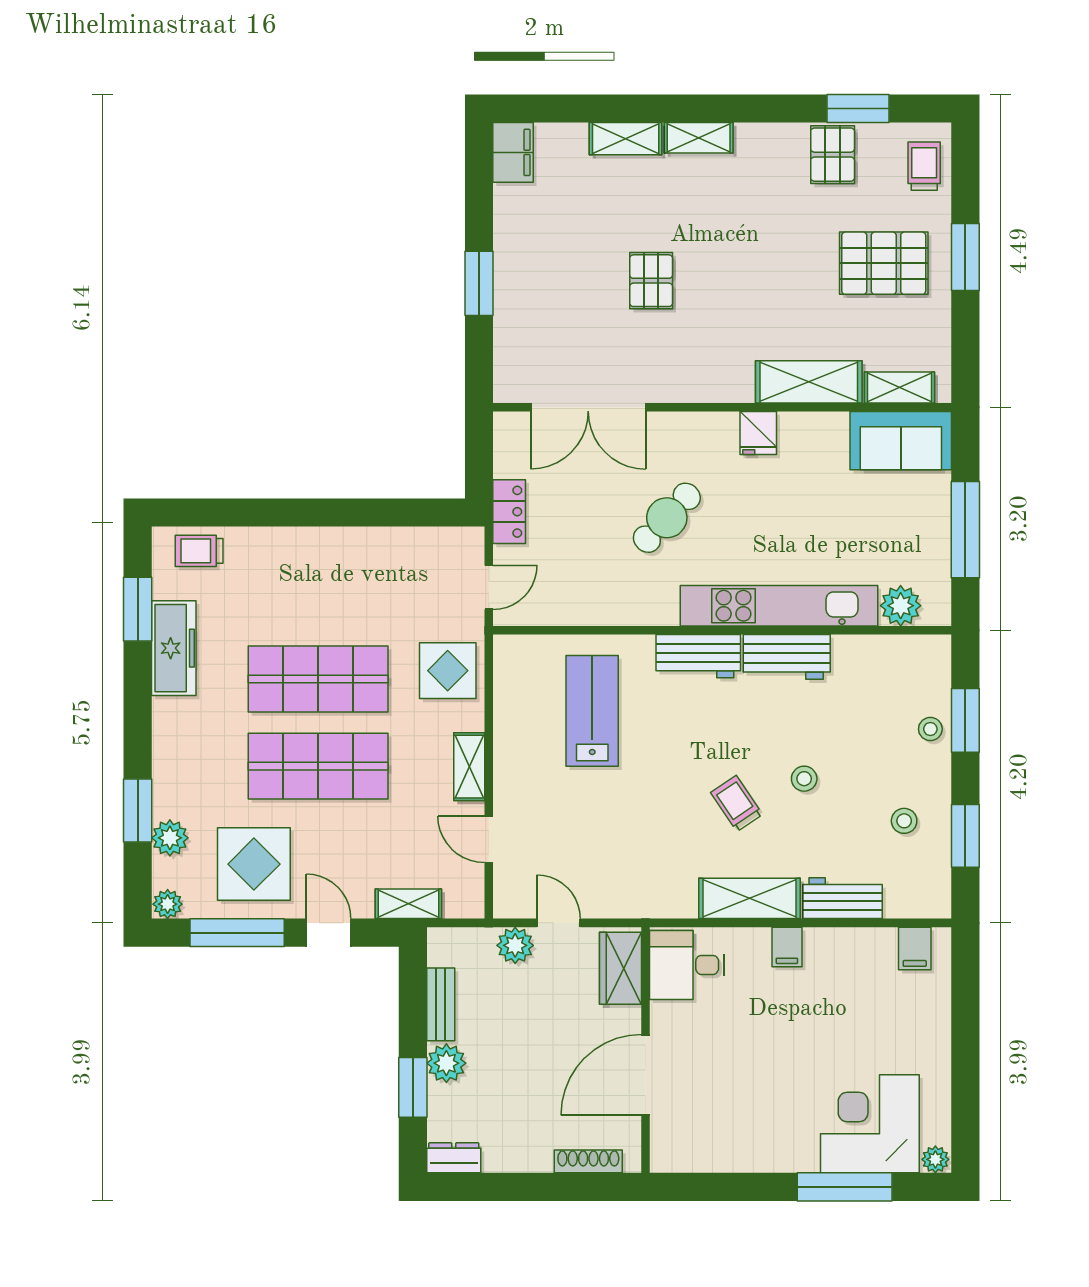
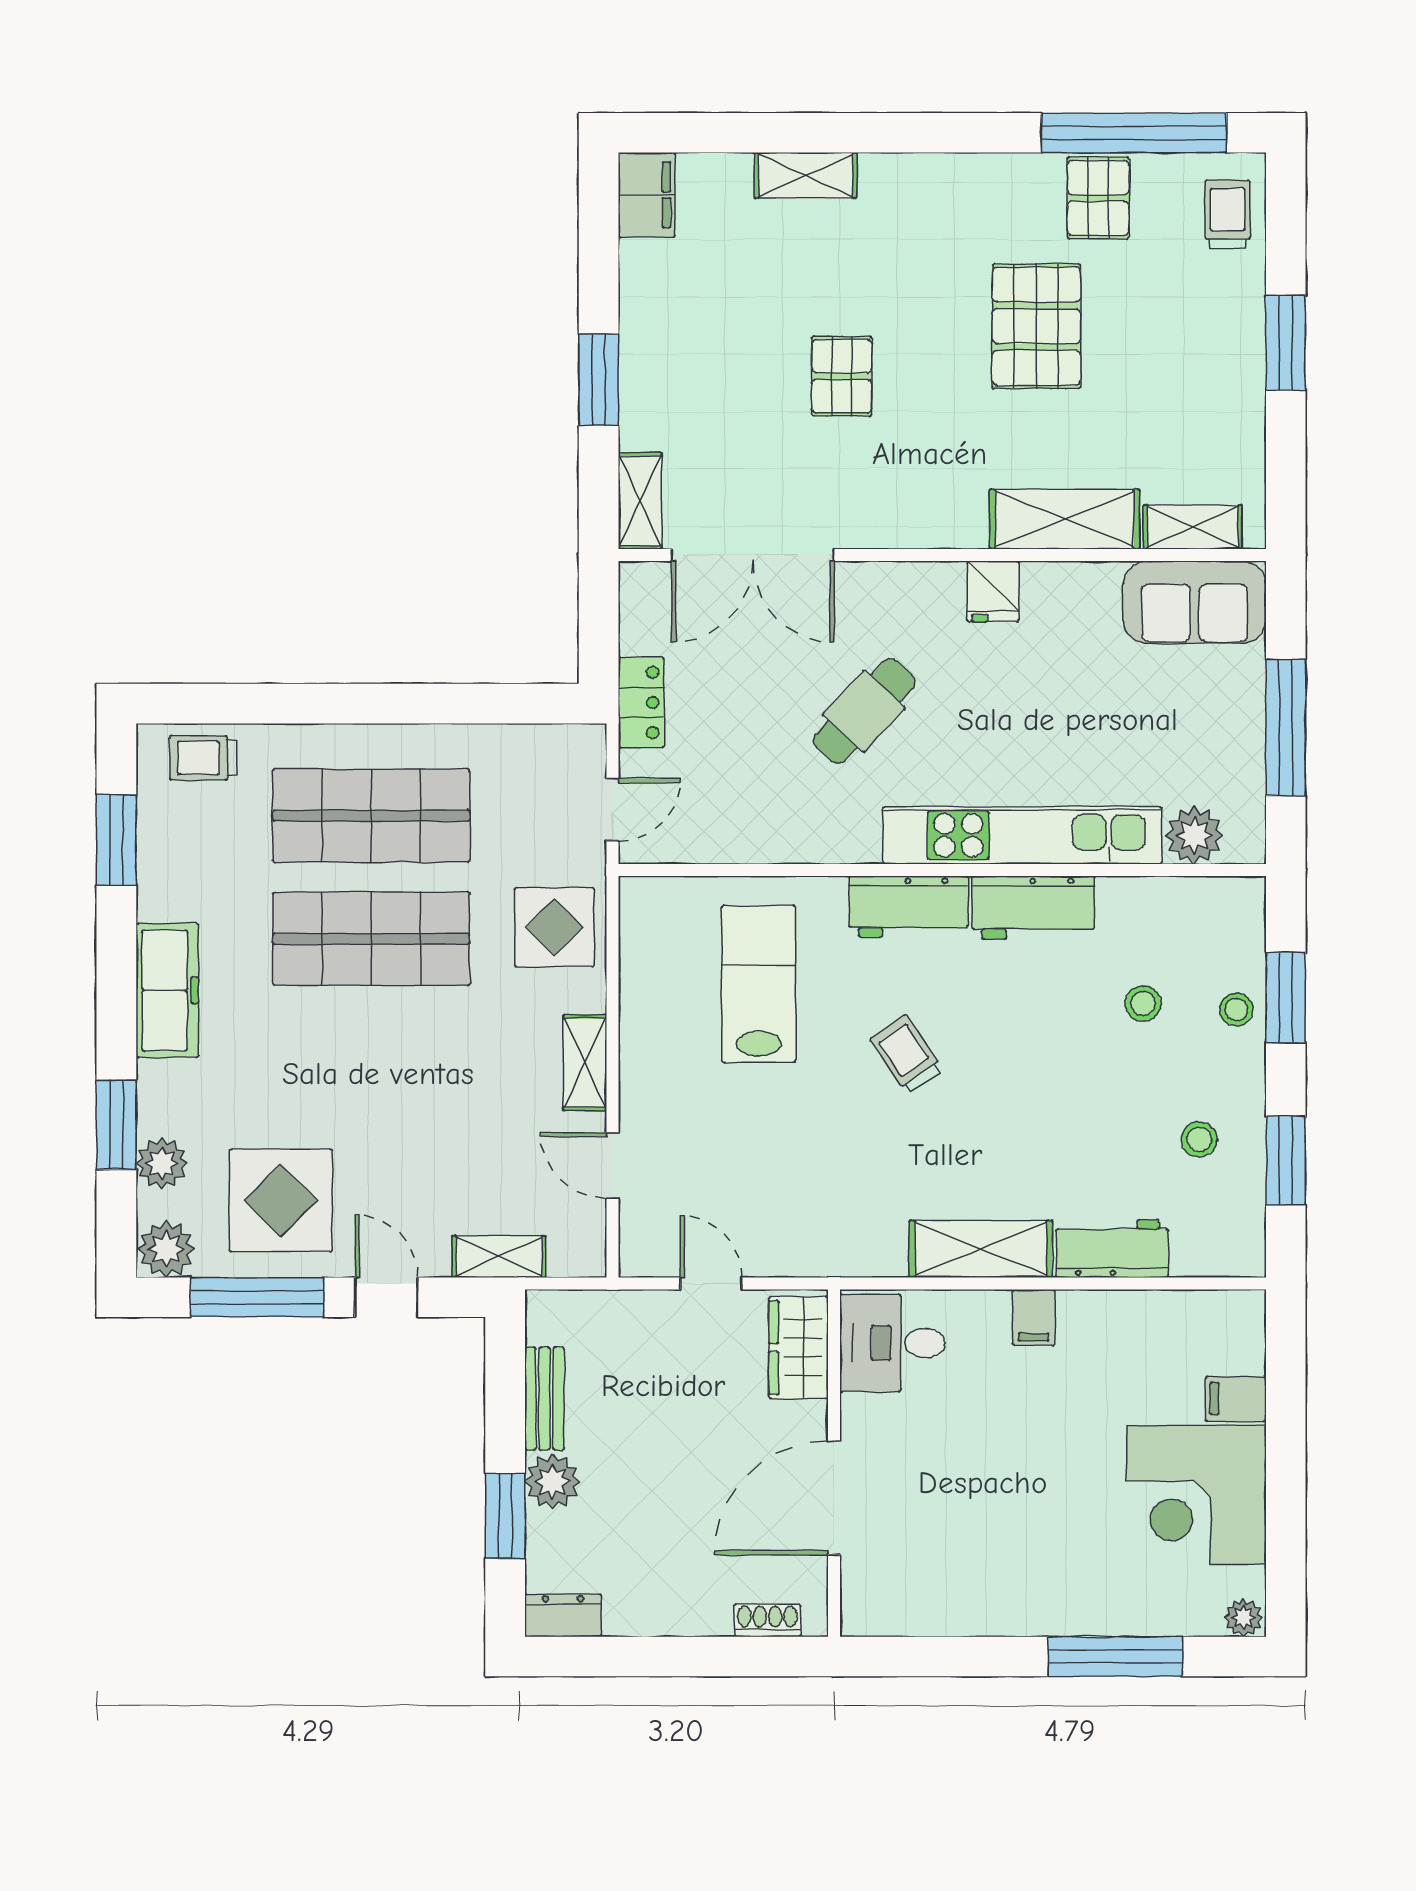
window: (858, 108) -> (1134, 133), width x2.11
shelving: (699, 138) -> (640, 501), moved, turned 90
pallet: (884, 263) -> (1036, 326), moved, turned 90
freezer: (174, 648) -> (167, 990), moved
shop shelf: (318, 766) -> (371, 816), moved
stool: (804, 779) -> (1143, 1004), moved
trolley: (737, 803) -> (906, 1054), moved
plant: (168, 904) -> (166, 1249), width x1.38, depth x1.38
plant: (515, 945) -> (650, 1315), removed
filing cabinet: (915, 948) -> (1236, 1399), moved, turned 90
corner desk: (870, 1124) -> (1197, 1495), moved, turned -90
shoe rack: (588, 1161) -> (767, 1621), width x0.70

